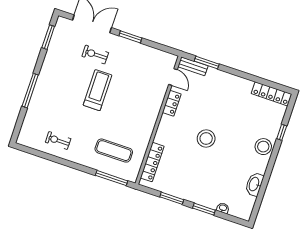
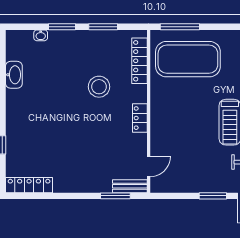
door: (173, 77) -> (149, 166), swing flipped
locker: (172, 103) -> (140, 118), moved
stool: (206, 139) -> (99, 87), moved
stool: (263, 147) -> (18, 121), removed
exercise mat: (114, 151) -> (188, 59), width x2.00, depth x1.45

